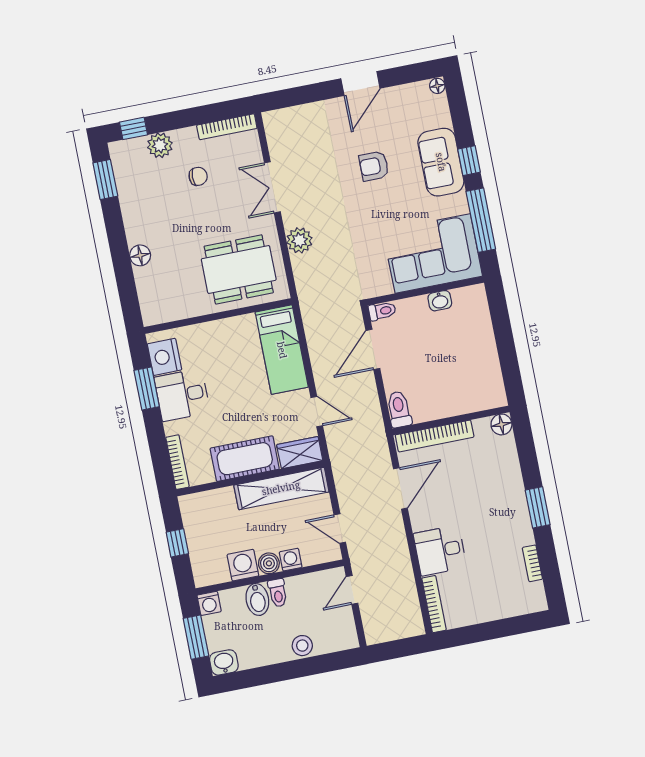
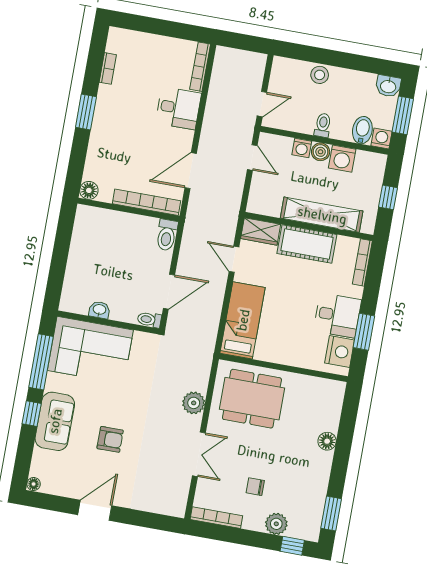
shelving: (281, 488) -> (322, 215), moved
bidet: (257, 599) -> (362, 130), moved

